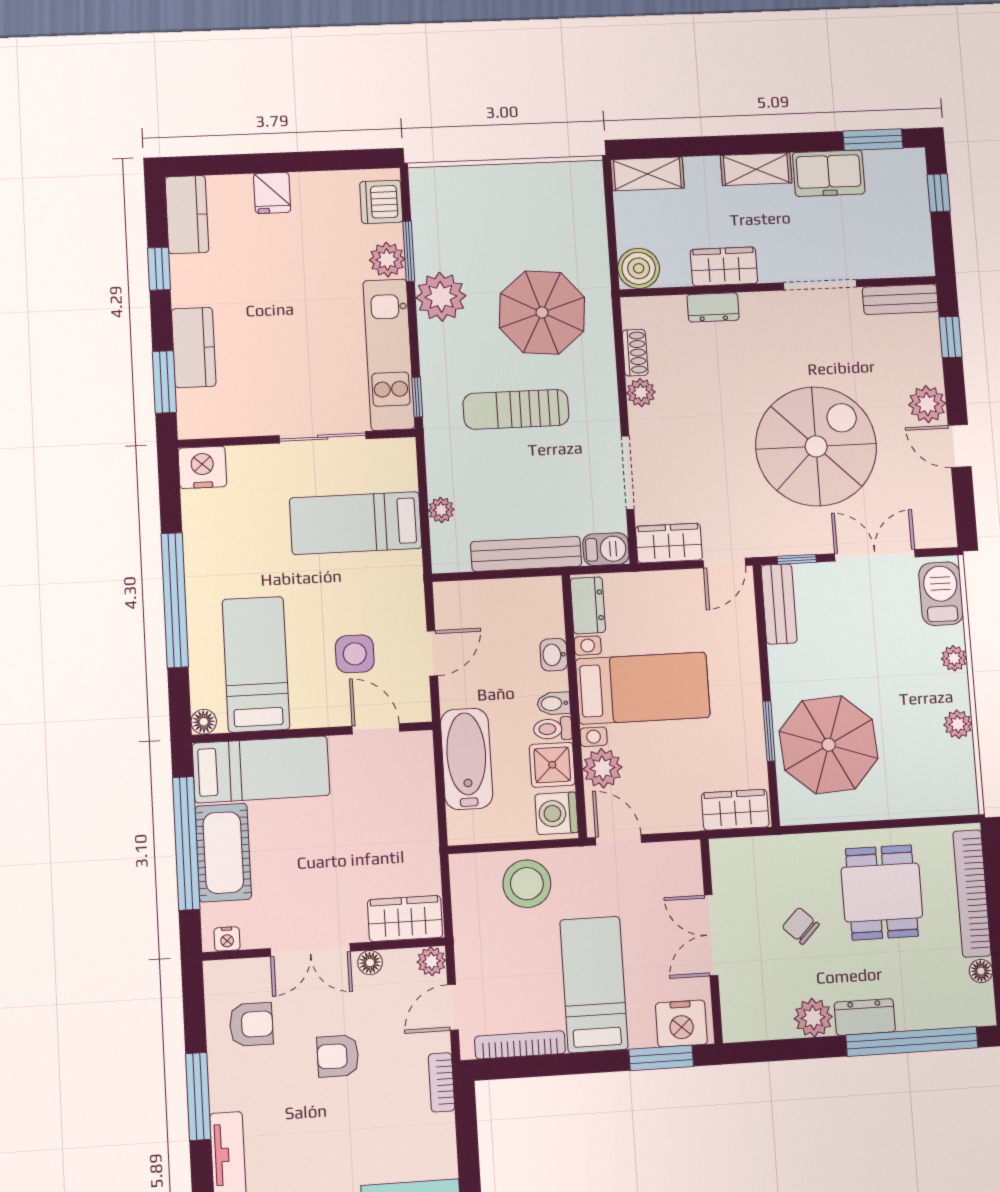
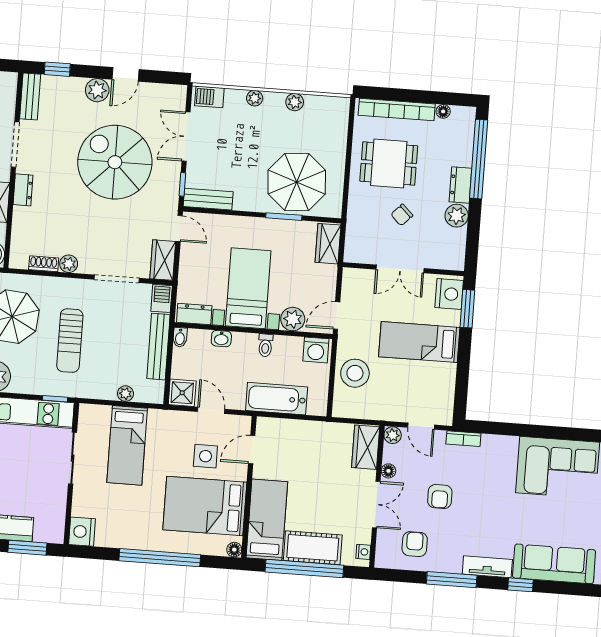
dresser: (713, 307) -> (23, 190), moved
barbecue: (941, 594) -> (209, 97), width x0.73, depth x0.79
bed: (256, 664) -> (205, 506), width x1.50
bidet: (554, 703) -> (180, 337), moved
shower: (552, 765) -> (182, 393), moved
bookcase: (520, 1045) -> (448, 390), removed

